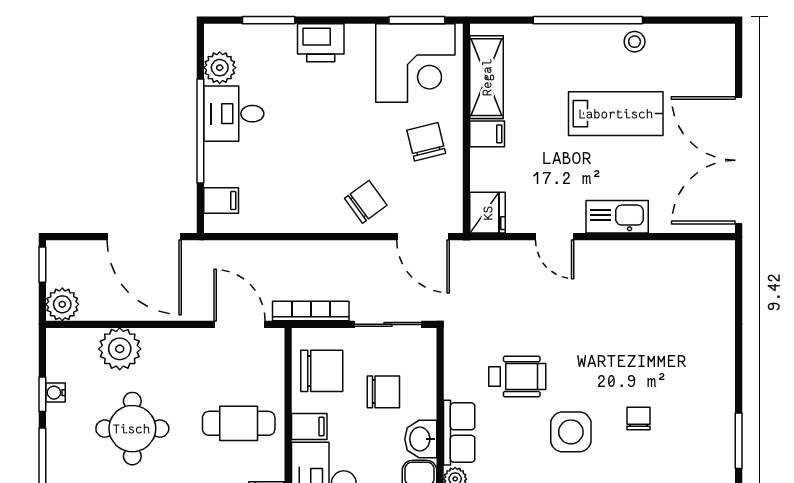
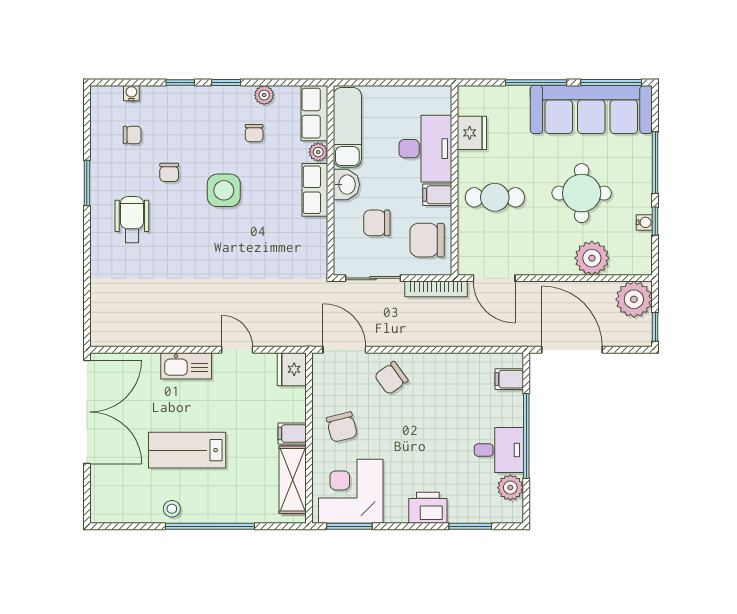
plant: (62, 304) -> (634, 299), width x1.36, depth x1.36
wheelchair: (517, 377) -> (132, 220), moved, turned 90
chair: (638, 419) -> (169, 172), moved

